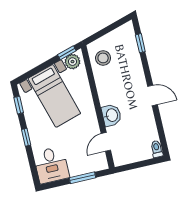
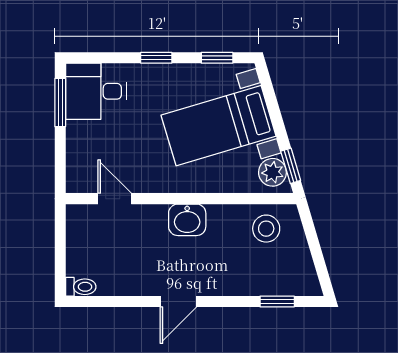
washbasin: (111, 115) -> (187, 220), moved
window: (82, 178) -> (60, 103), moved

